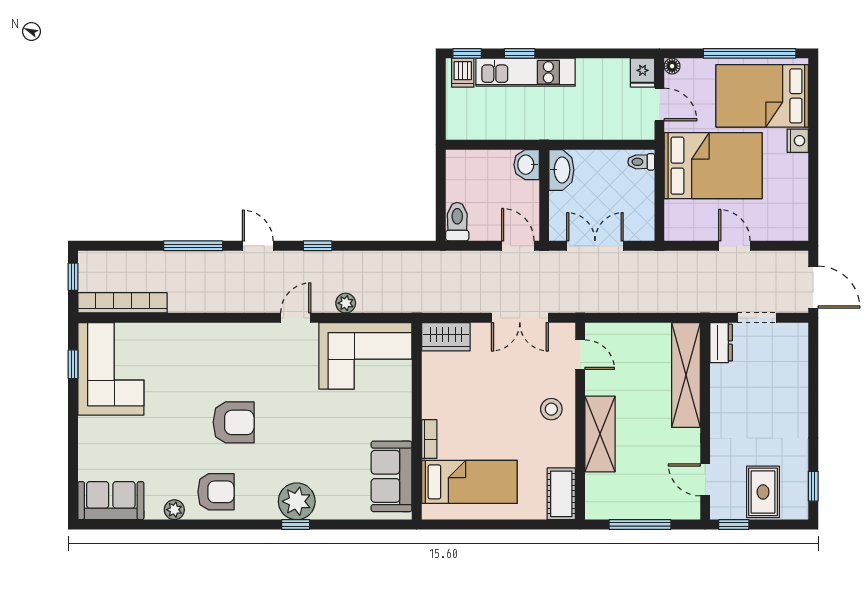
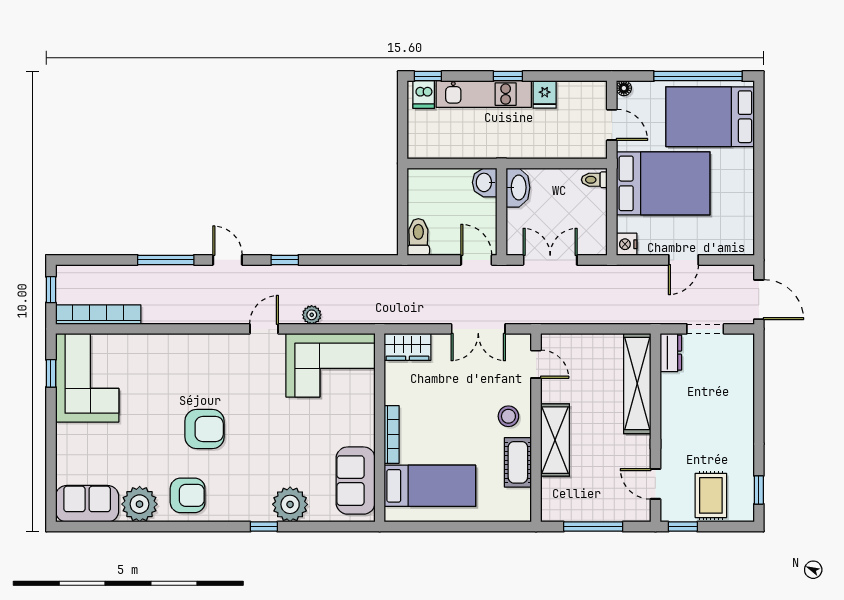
window: (520, 53) -> (508, 76), moved
fridge: (643, 73) -> (545, 94), moved
nightstand: (798, 141) -> (627, 244), moved, turned 180
door: (734, 246) -> (683, 260), swing flipped
bookcase: (429, 439) -> (392, 434), width x1.56
cot: (561, 494) -> (518, 462), moved
plant: (297, 501) -> (290, 504), moved
plant: (174, 510) -> (140, 504), width x1.87, depth x1.87

